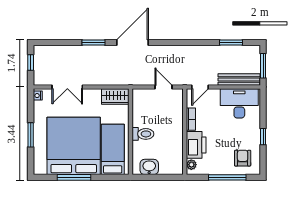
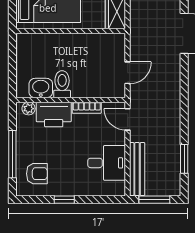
desk: (239, 103) -> (107, 163), width x0.73
toilet: (143, 134) -> (62, 84), moved, turned 180
washbasin: (149, 167) -> (41, 88), moved, turned -90

